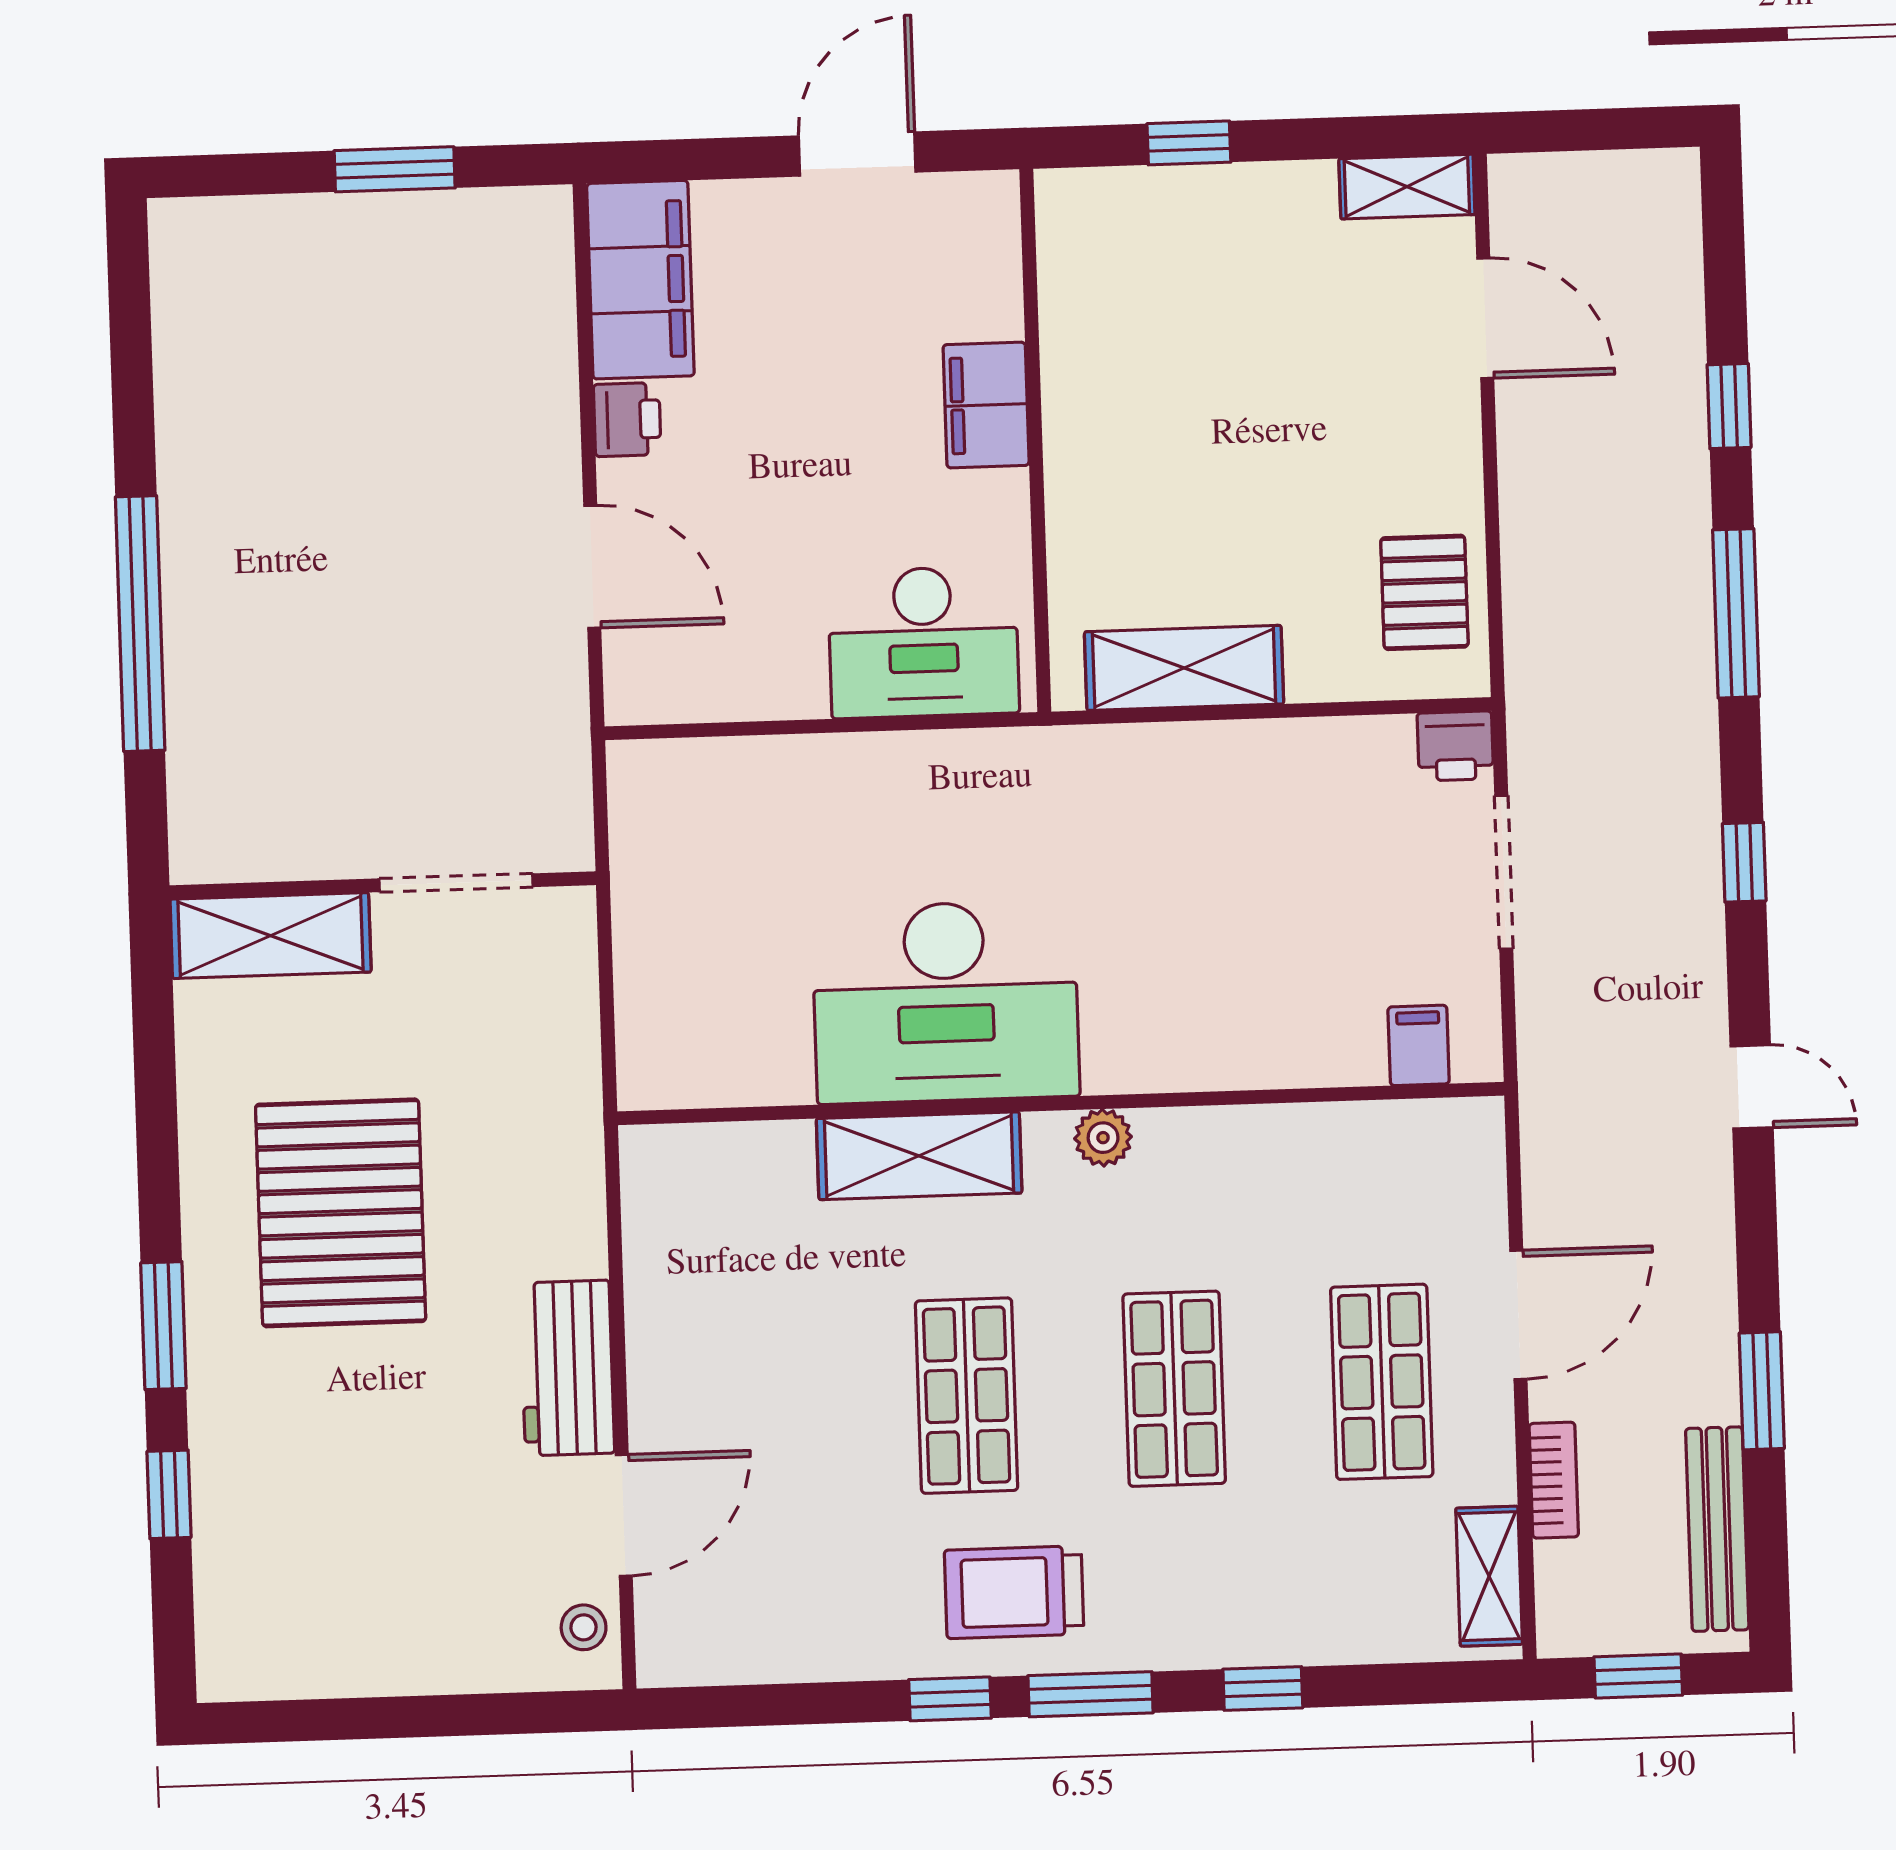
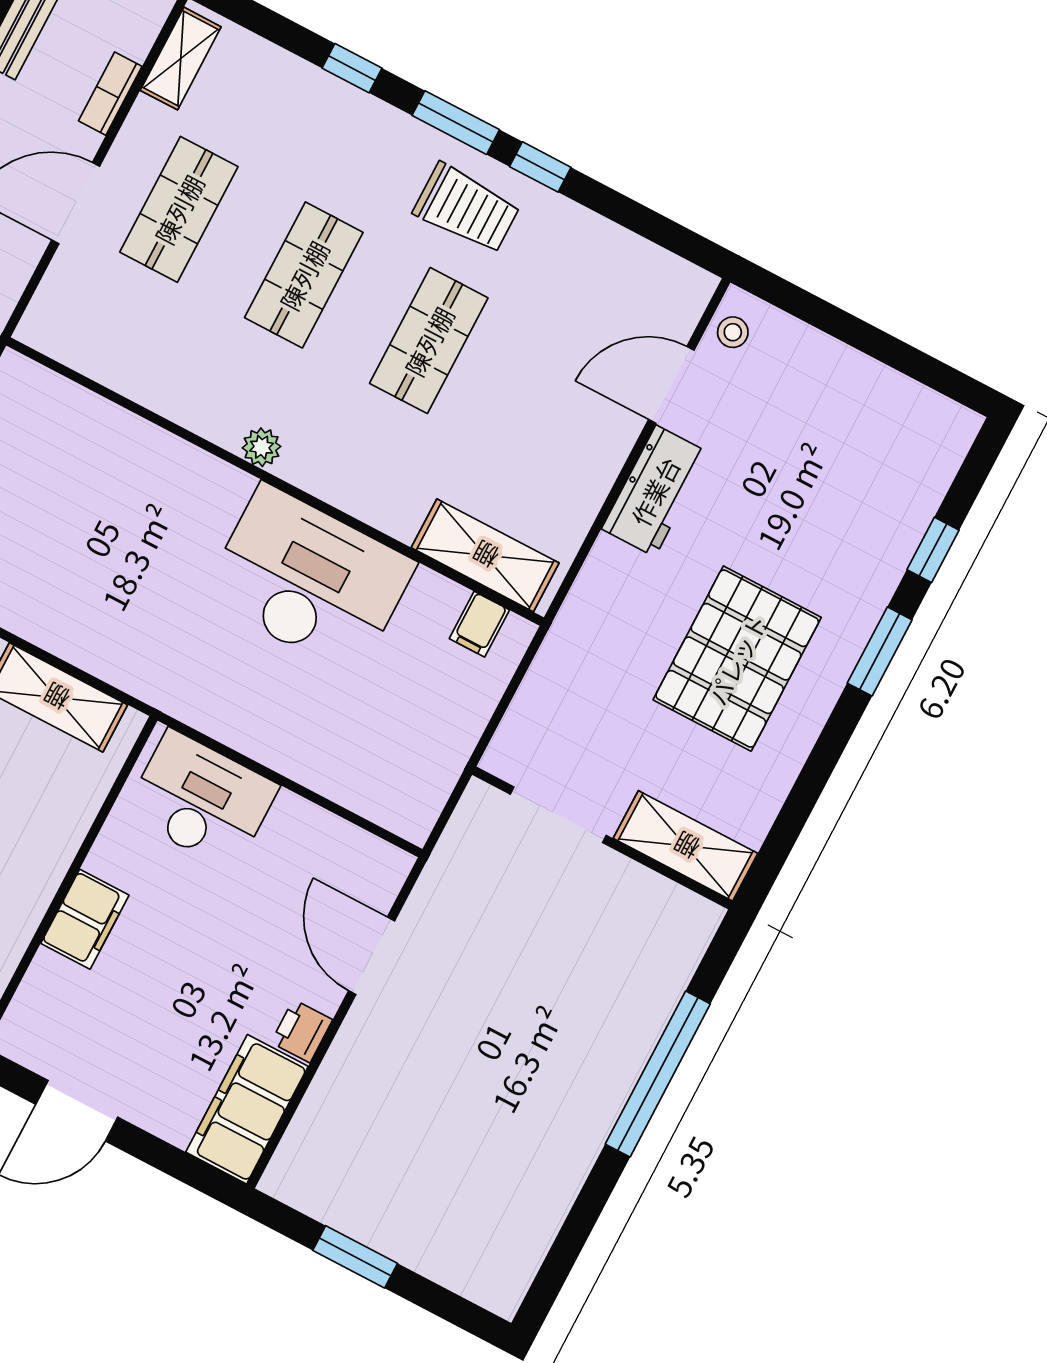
filing cabinet: (1419, 1045) -> (479, 624), moved
shelving: (919, 1156) -> (485, 555), moved

